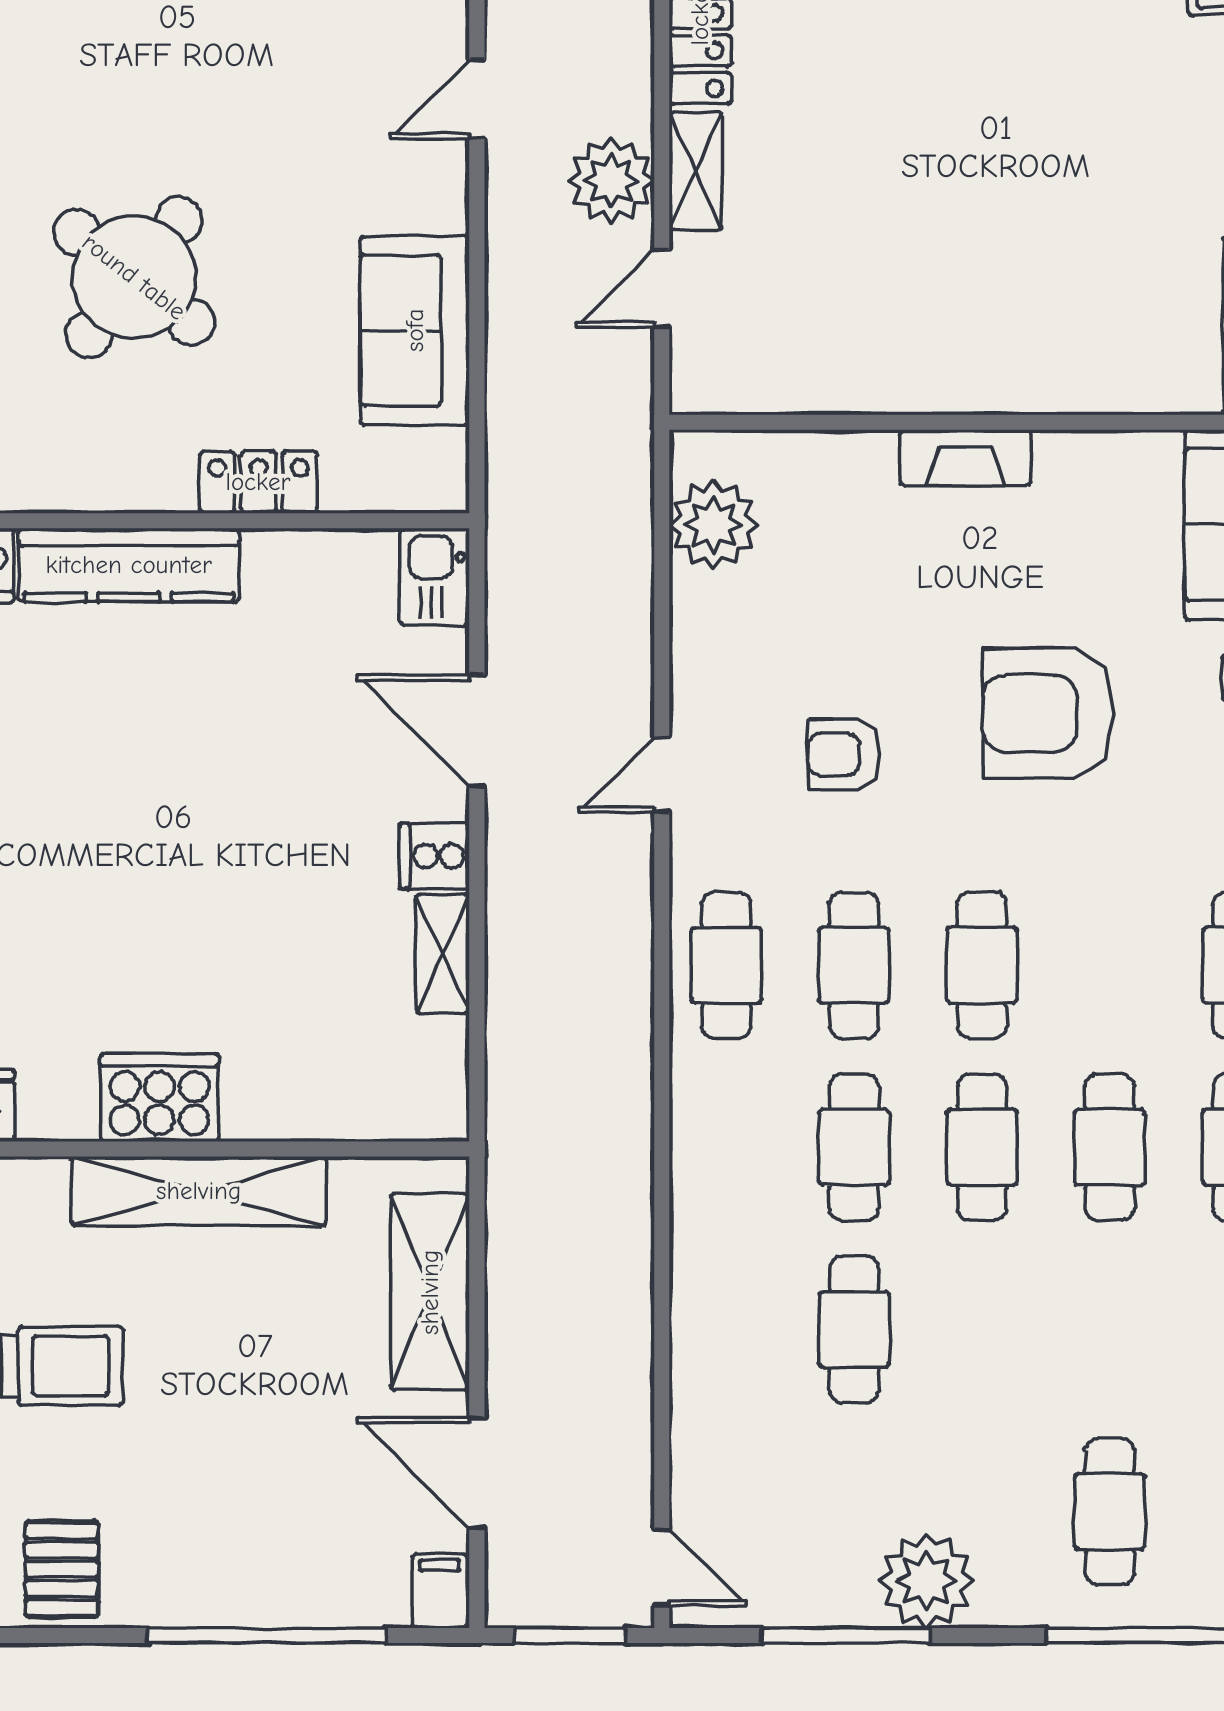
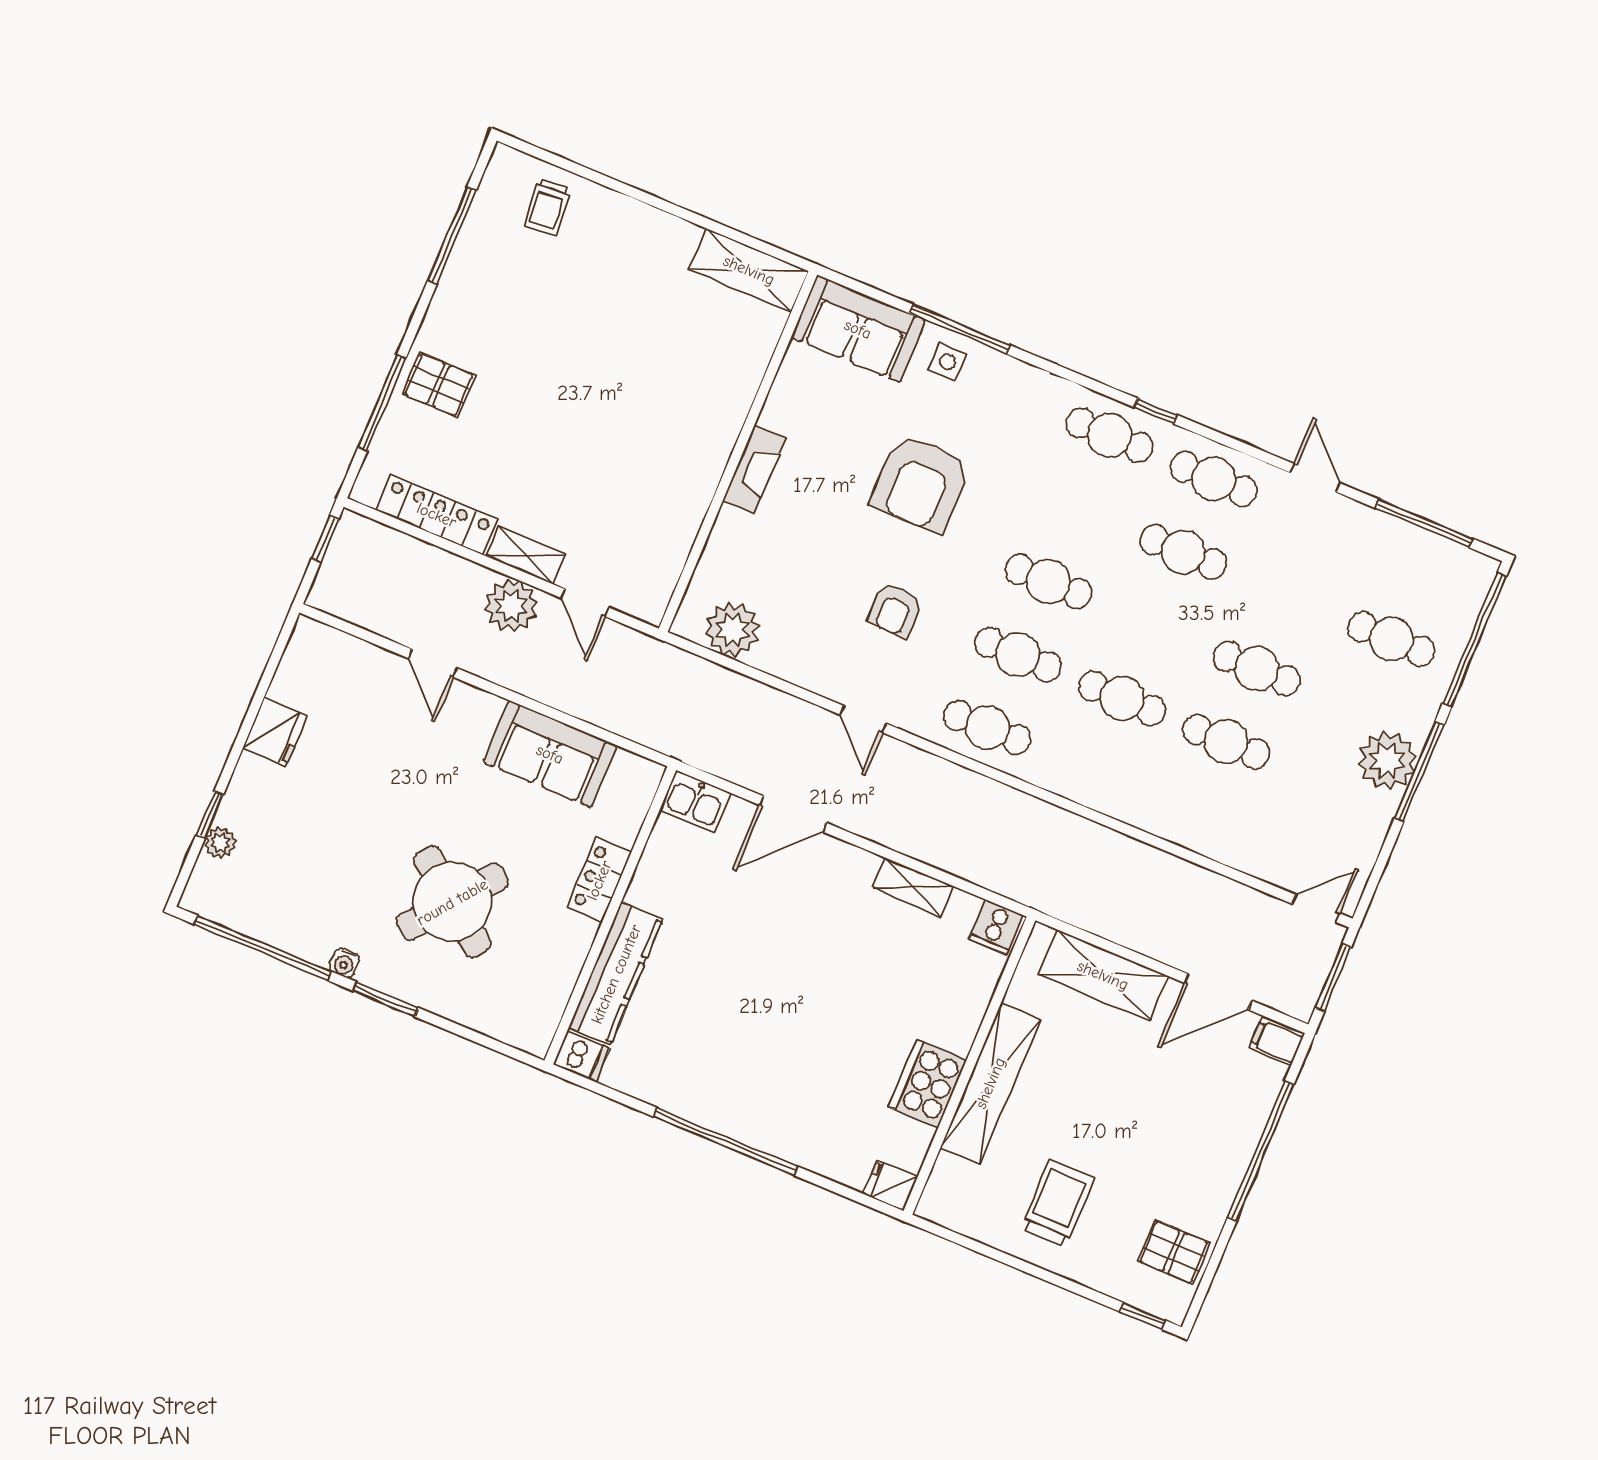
cooker: (435, 856) -> (996, 927), moved
cafe table: (982, 1147) -> (1257, 669), moved
window: (846, 1636) -> (1419, 771), moved

